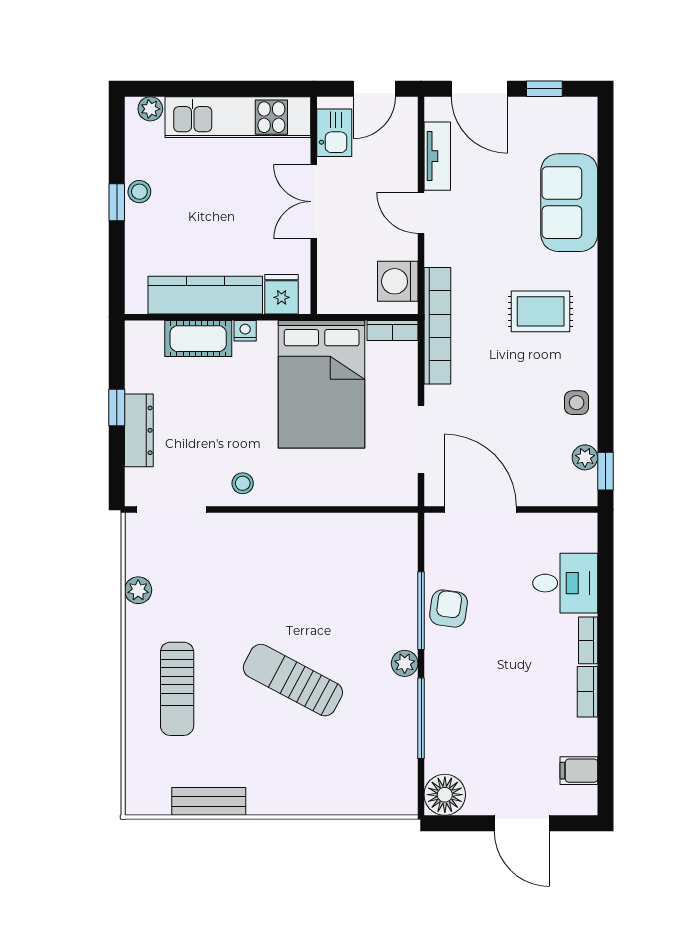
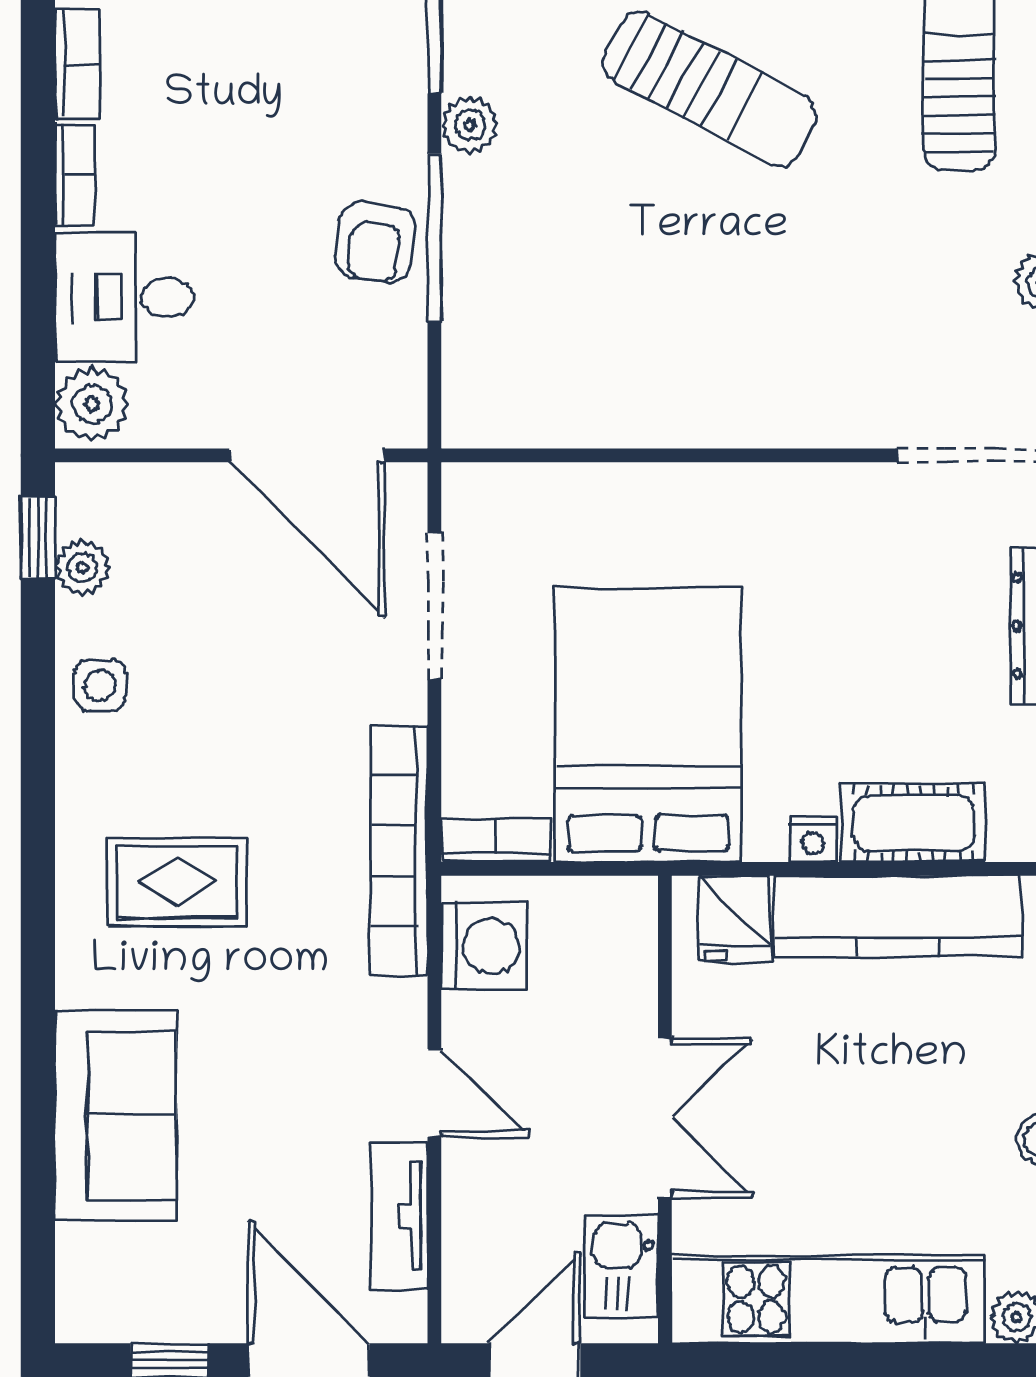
stool: (243, 483) -> (818, 512), removed
plant: (580, 533) -> (92, 404), added

